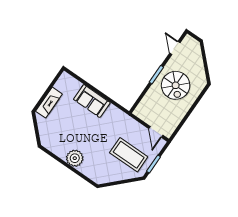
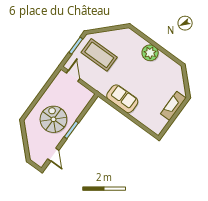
sofa: (92, 101) -> (122, 99), moved

